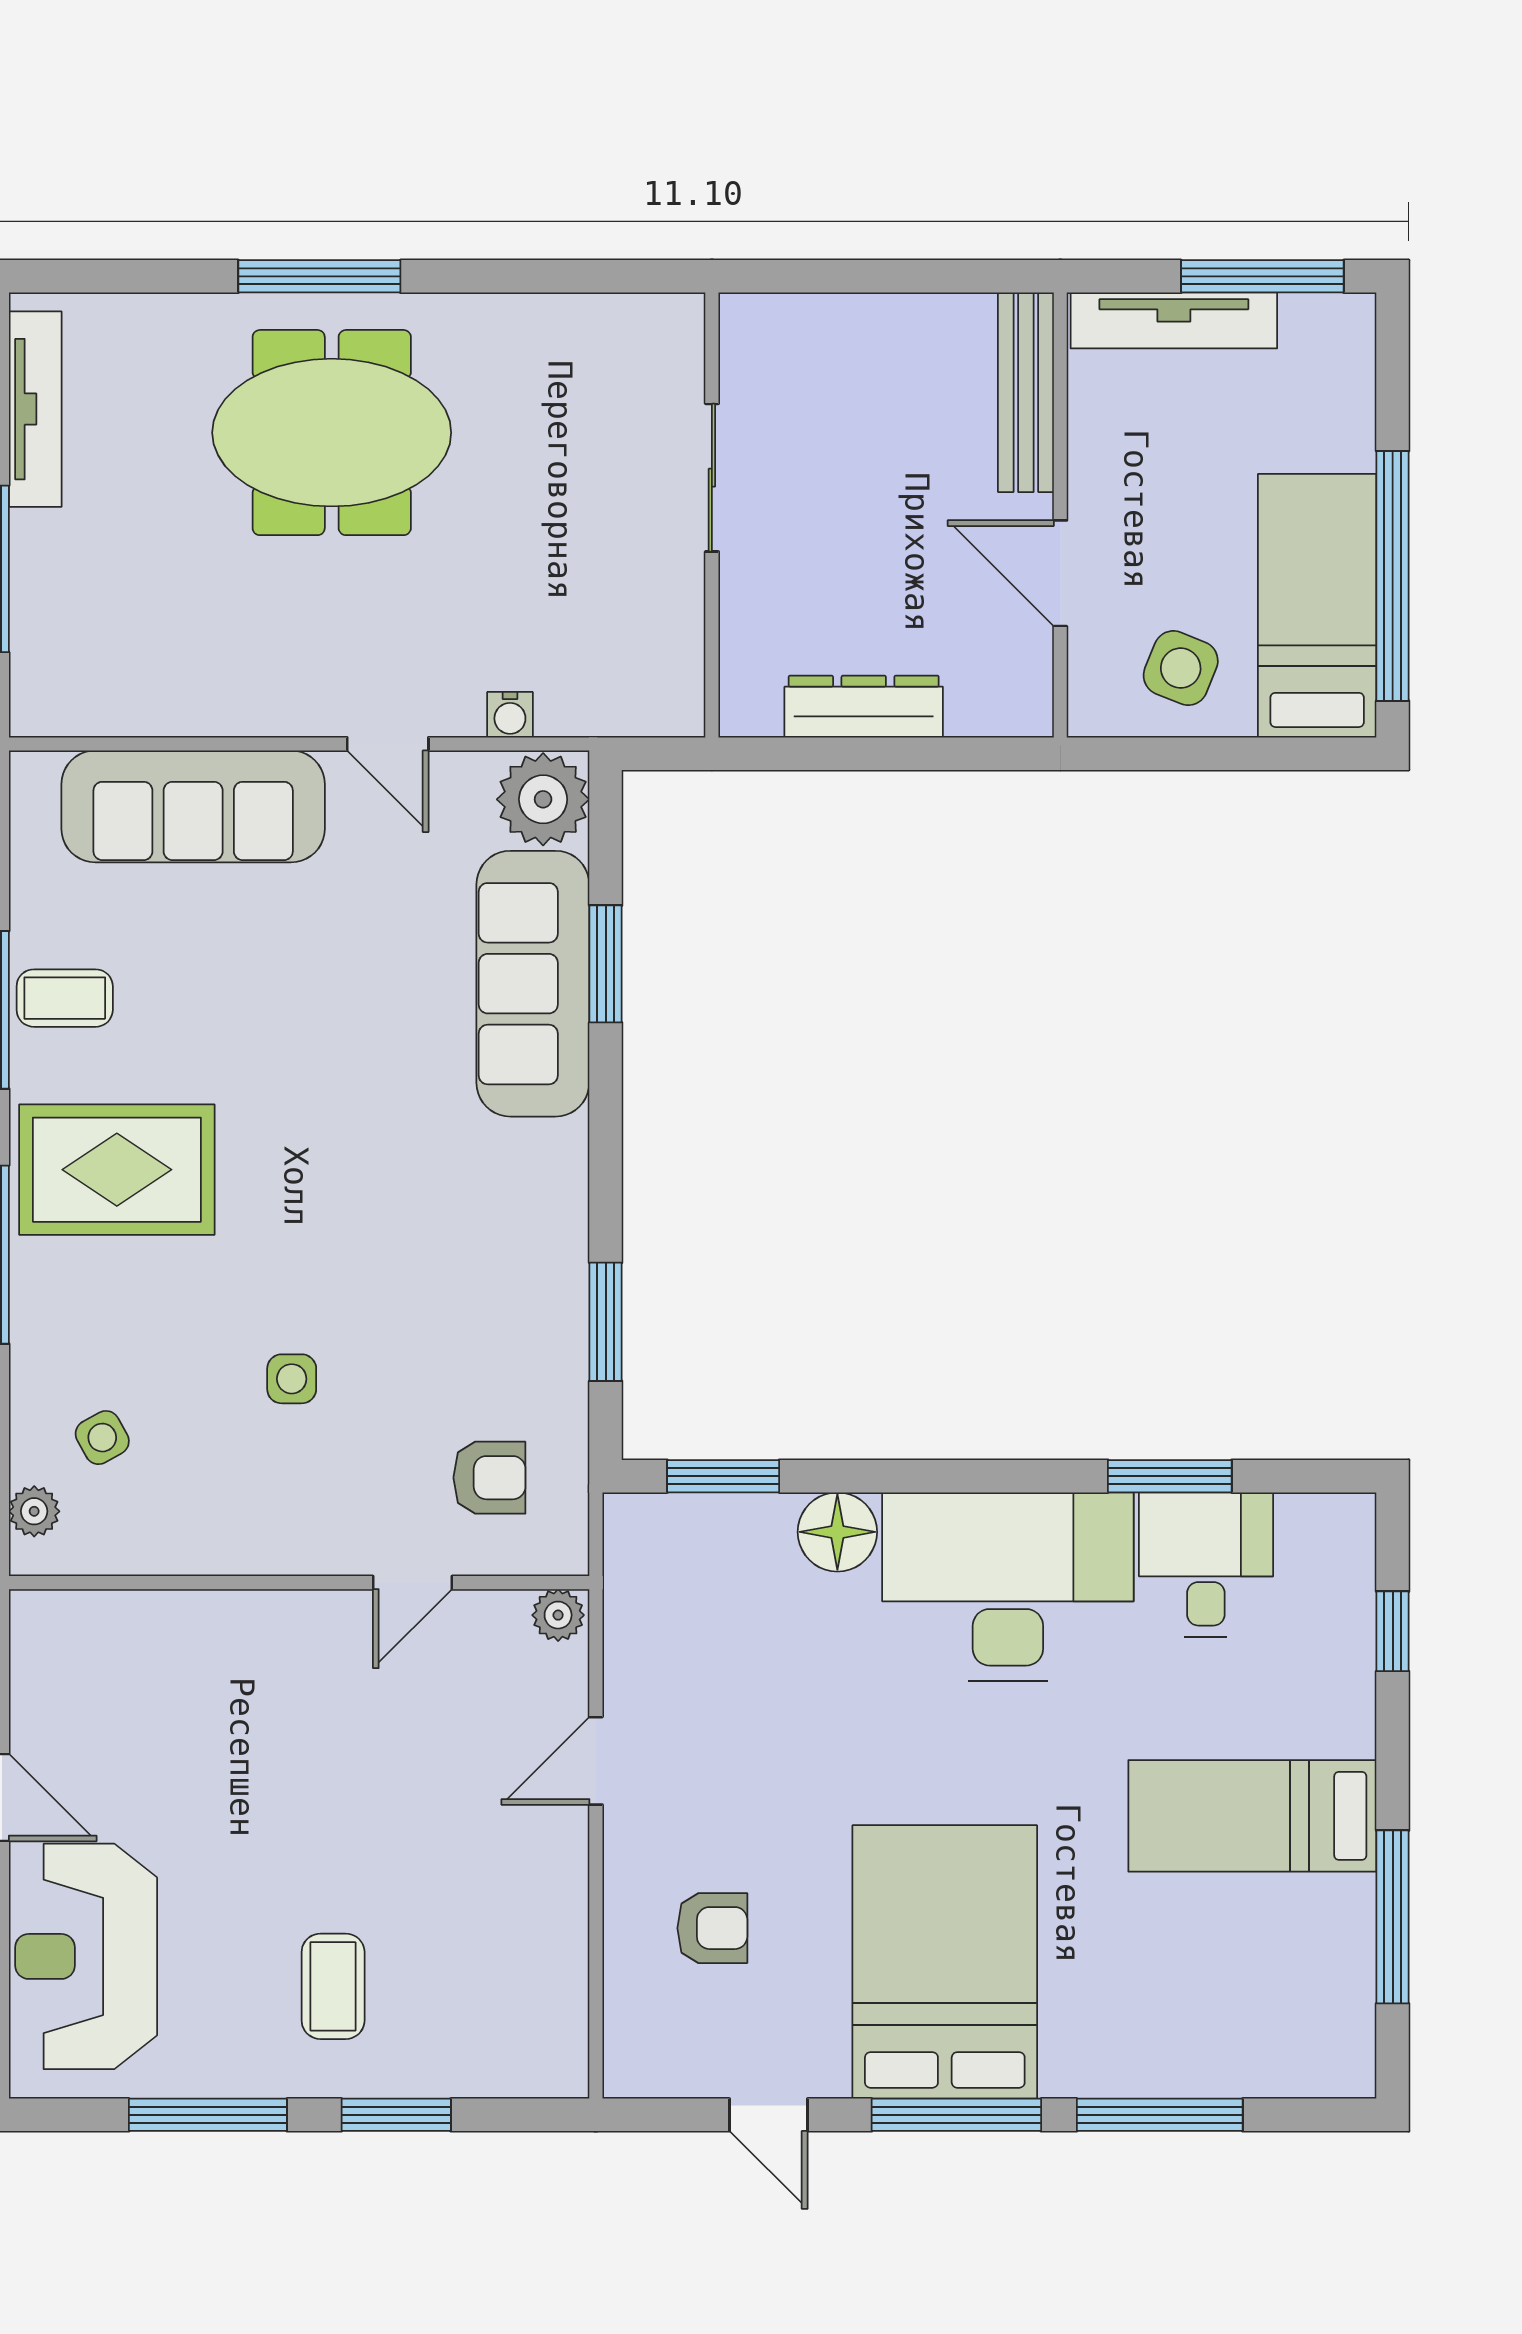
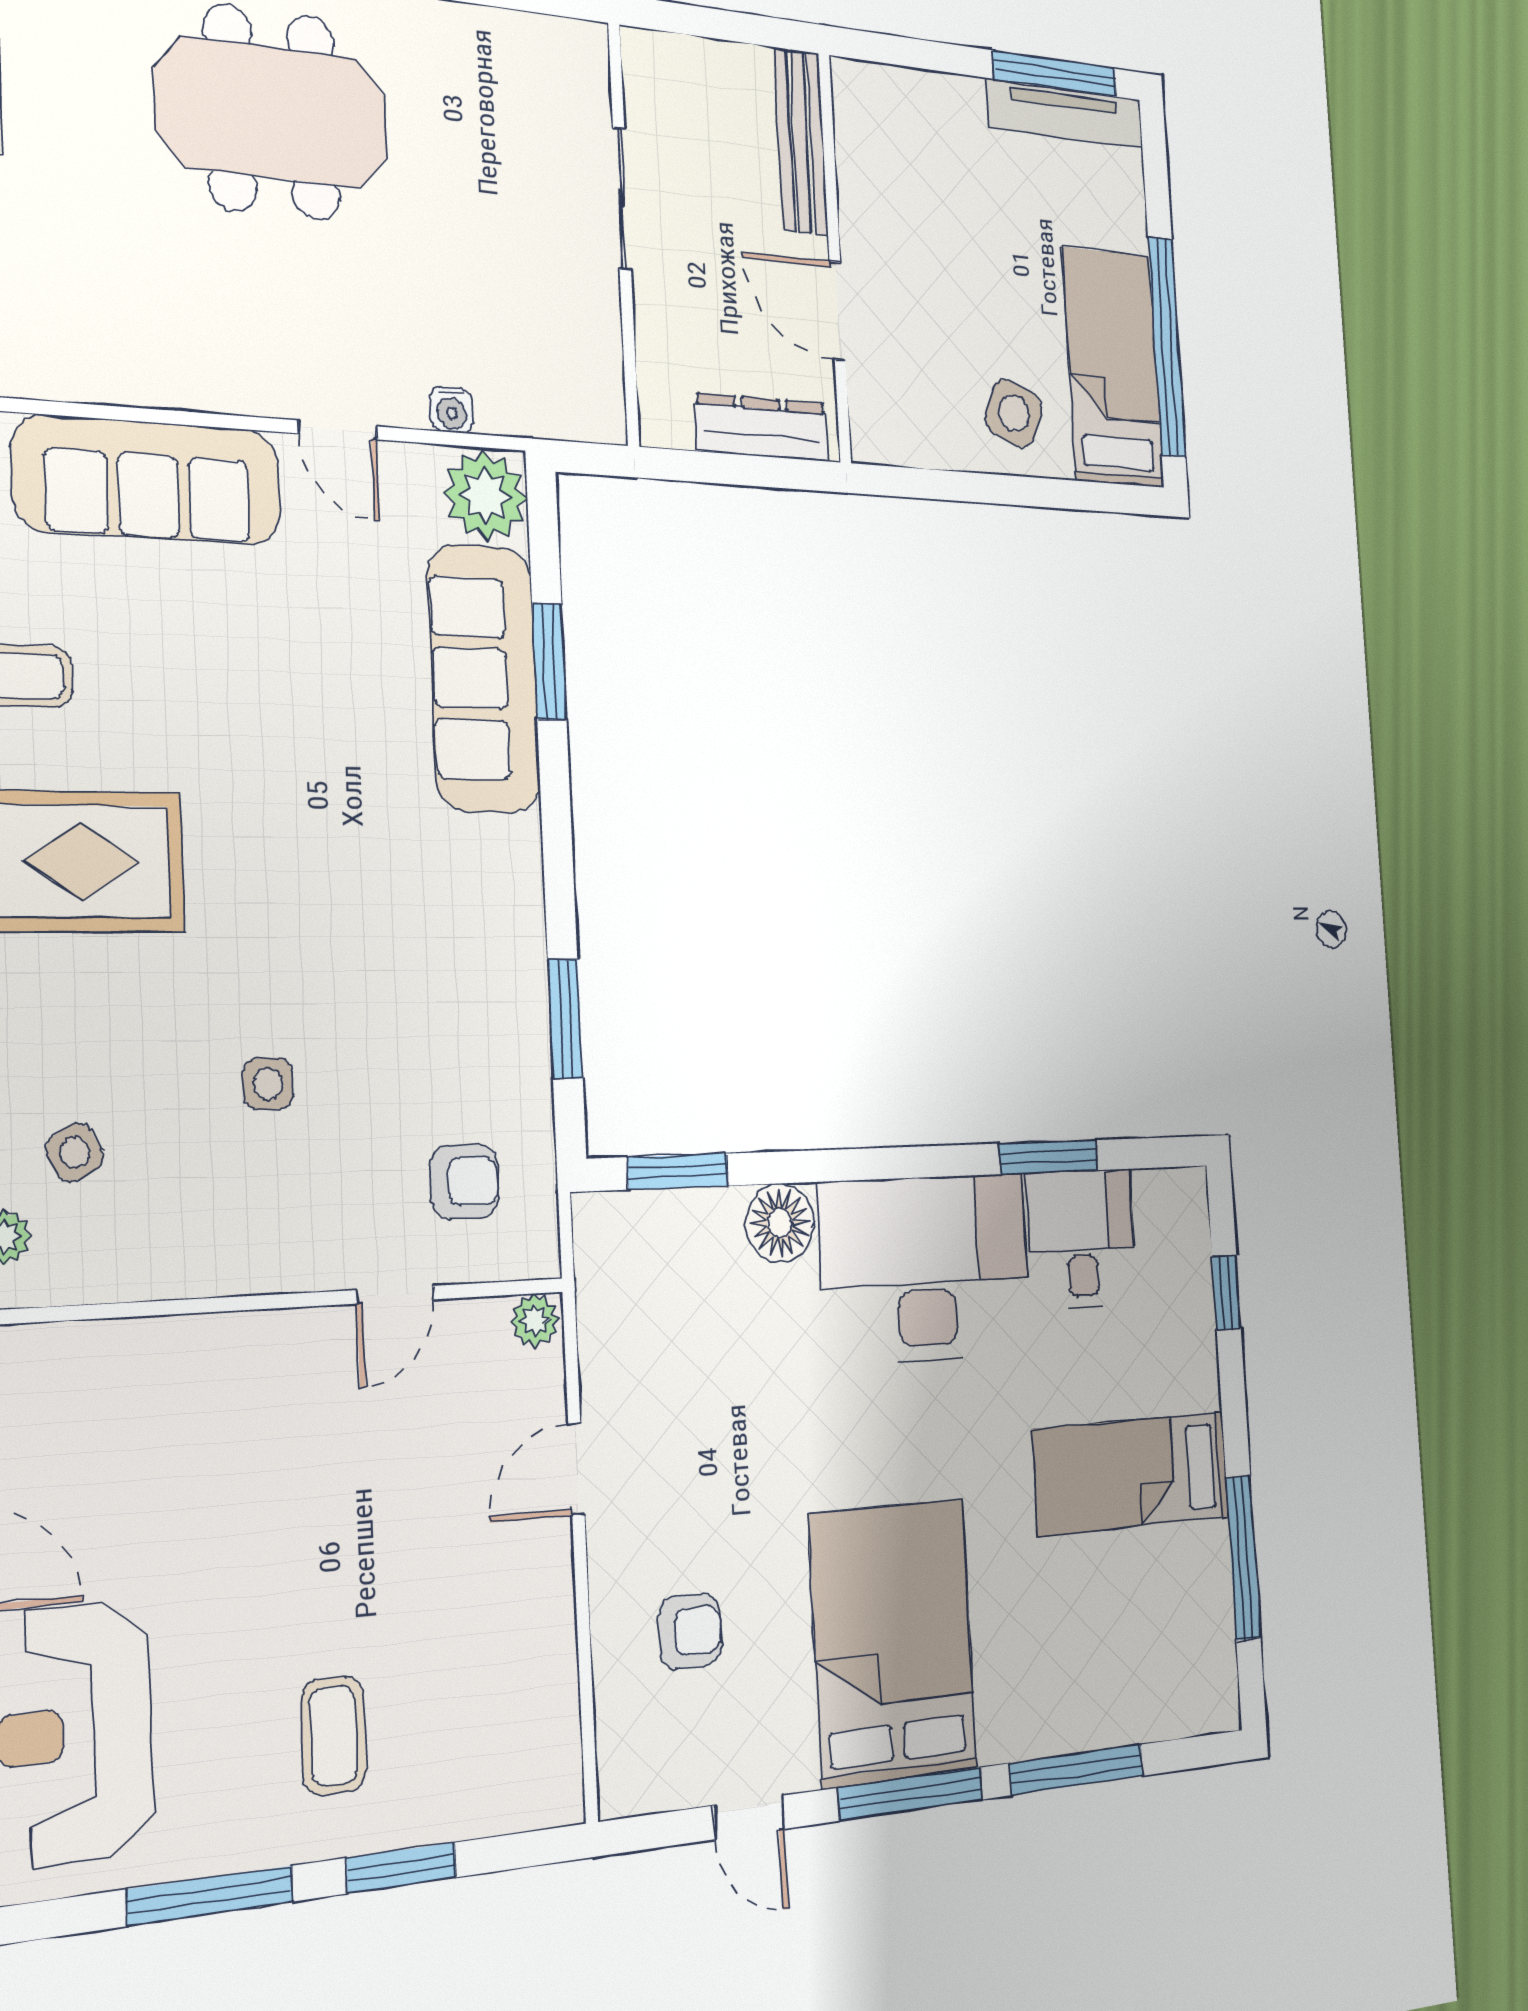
tv unit: (1174, 320) -> (1065, 113), moved
bench: (1026, 392) -> (801, 141), moved
wall: (1060, 515) -> (835, 257), moved
door: (1060, 573) -> (838, 311), moved

